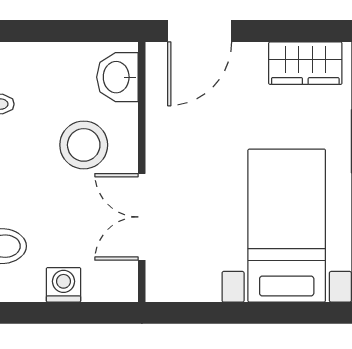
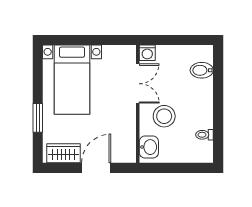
door: (200, 31) -> (96, 168), moved
washing machine: (64, 285) -> (147, 53), moved

